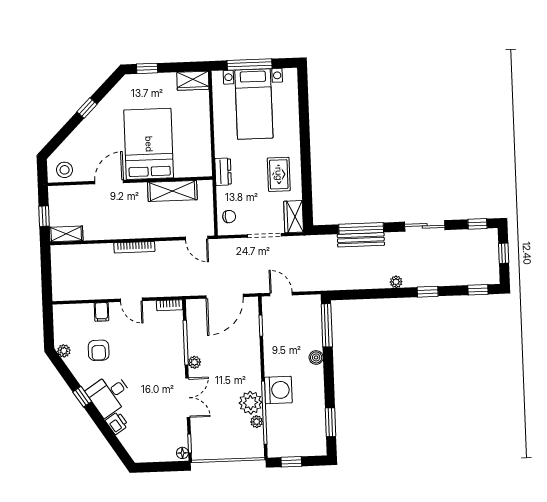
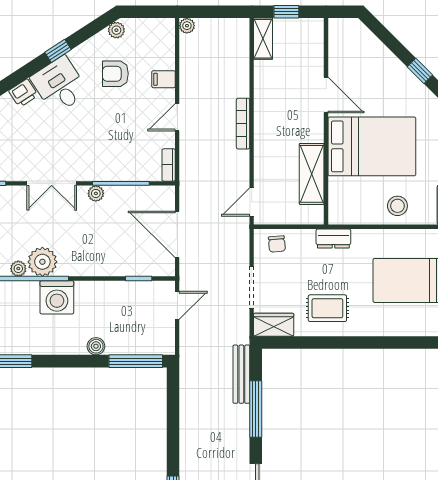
stool: (65, 170) -> (397, 206), moved
bench: (361, 240) -> (241, 374), moved
plant: (396, 282) -> (187, 26), moved

